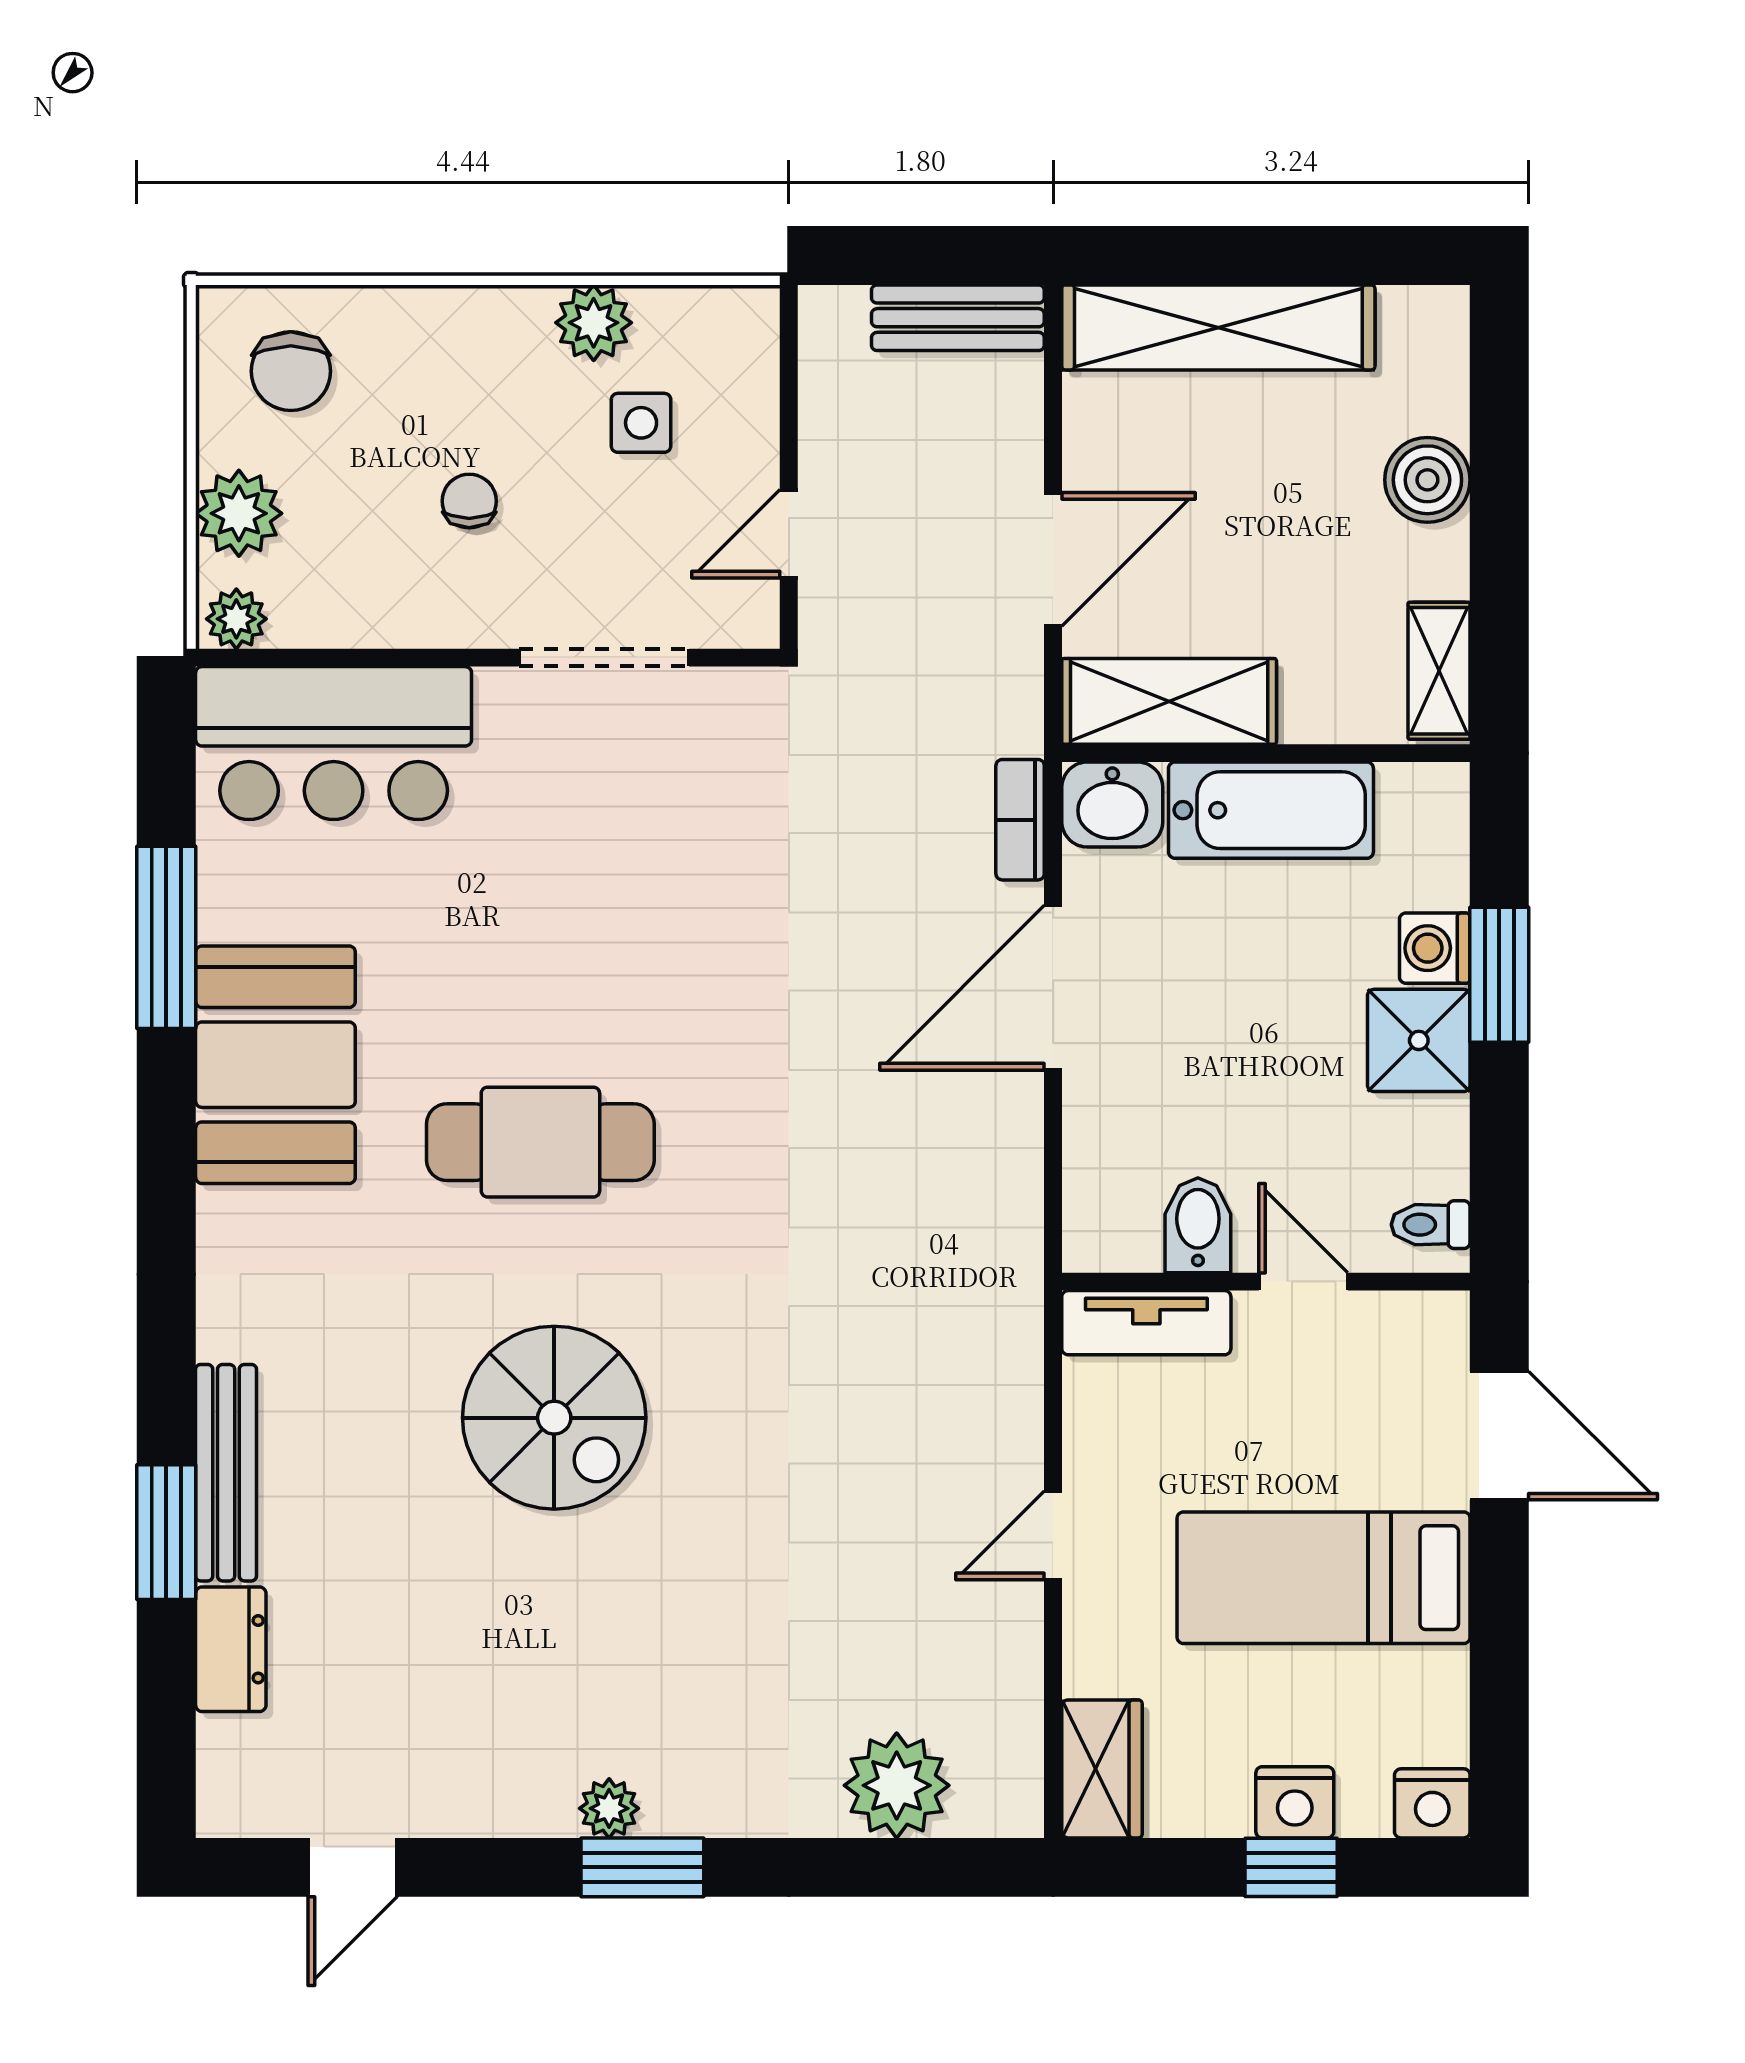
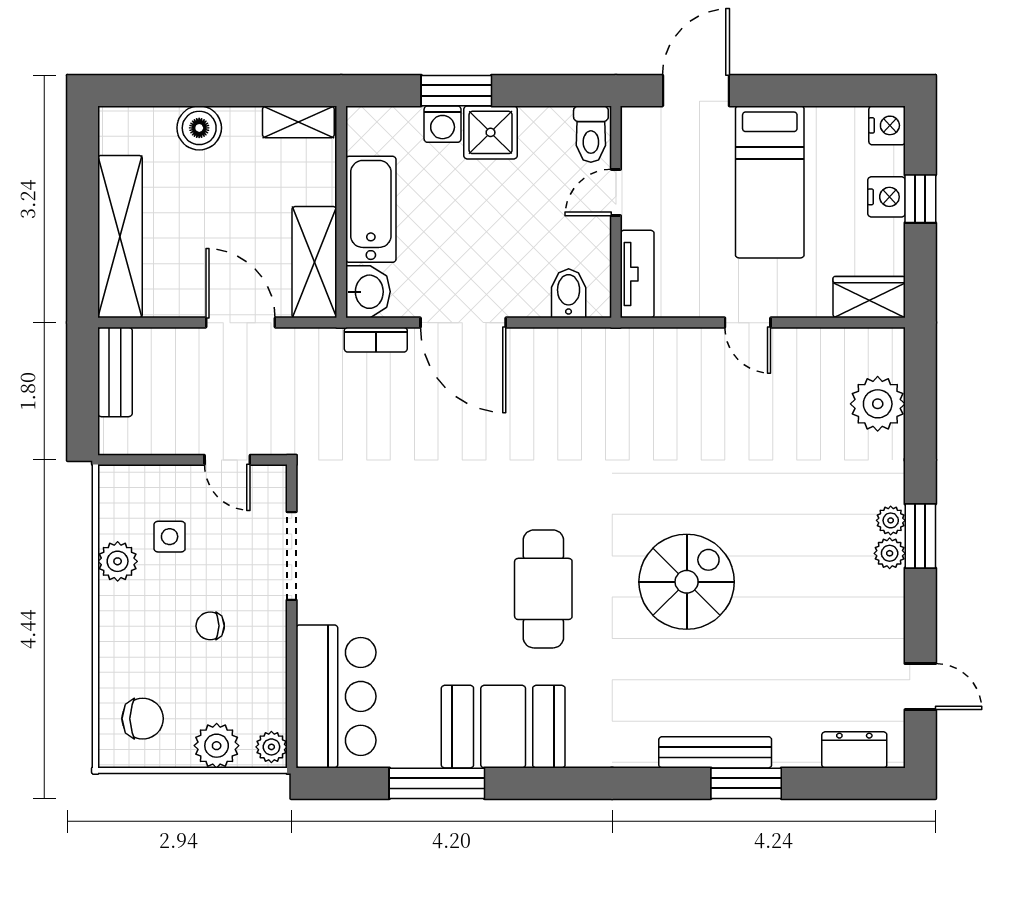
bidet: (1198, 1225) -> (569, 293), moved, turned 90
toilet: (1431, 1225) -> (591, 134), width x1.37, depth x1.39
dresser: (231, 1649) -> (854, 750), moved
plant: (672, 1810) -> (891, 520), added

